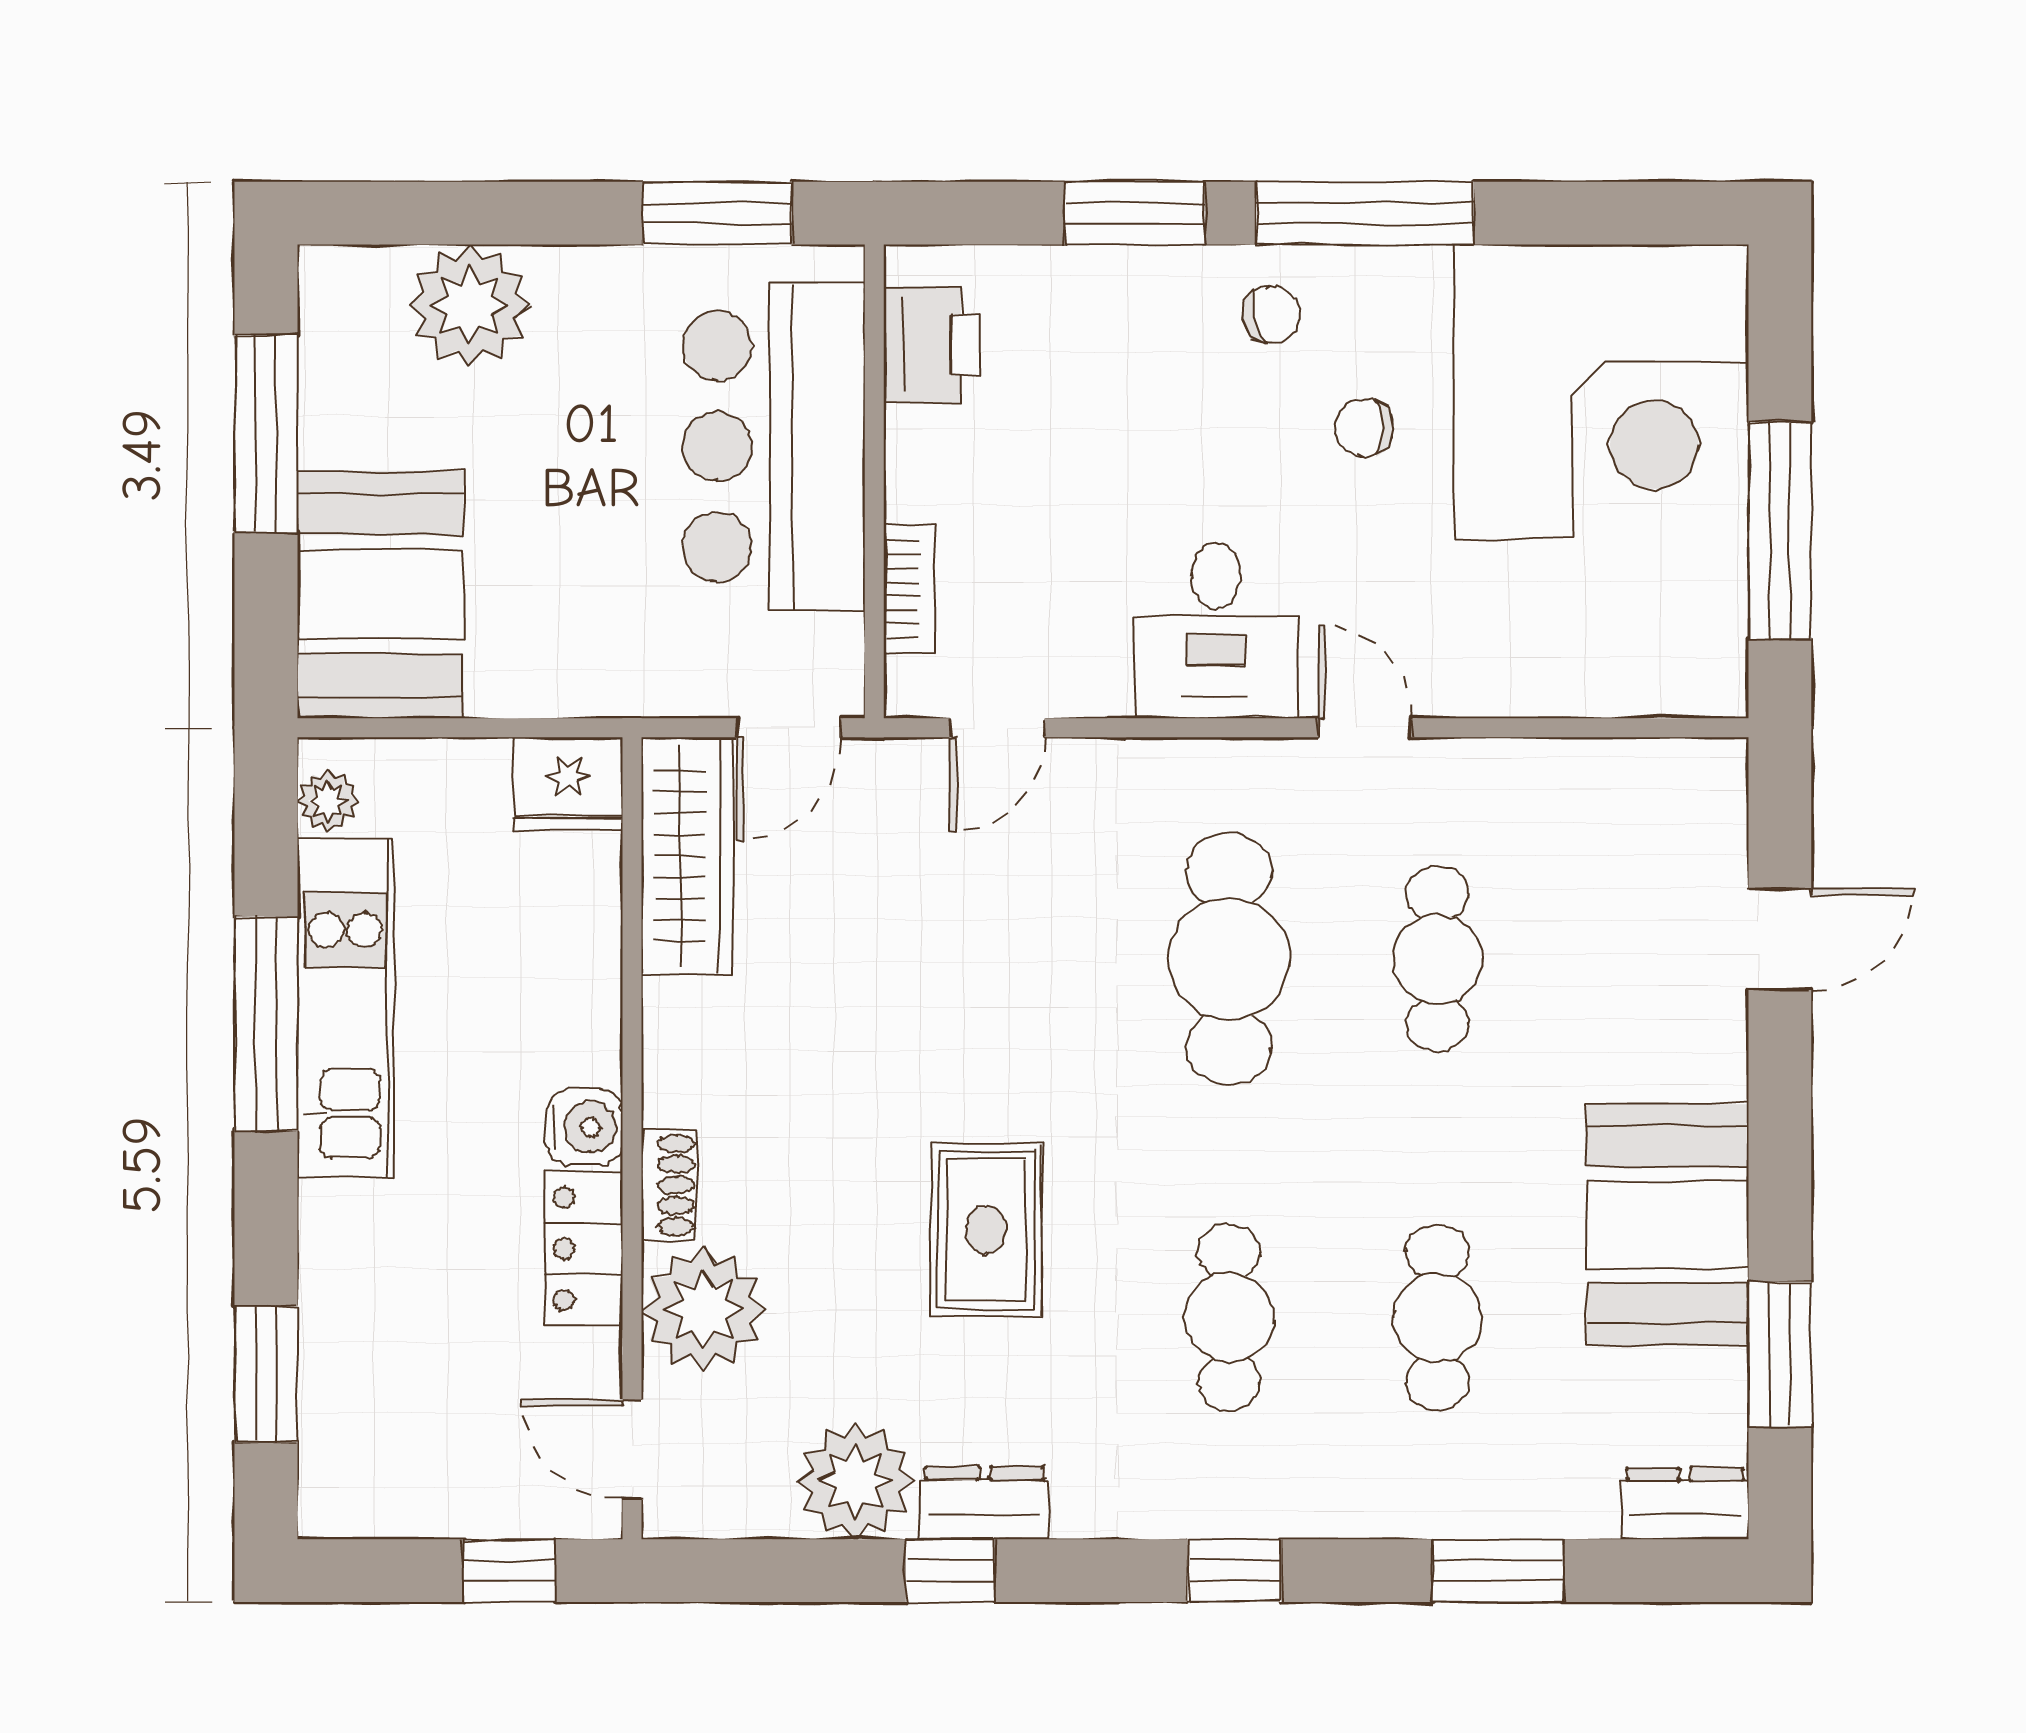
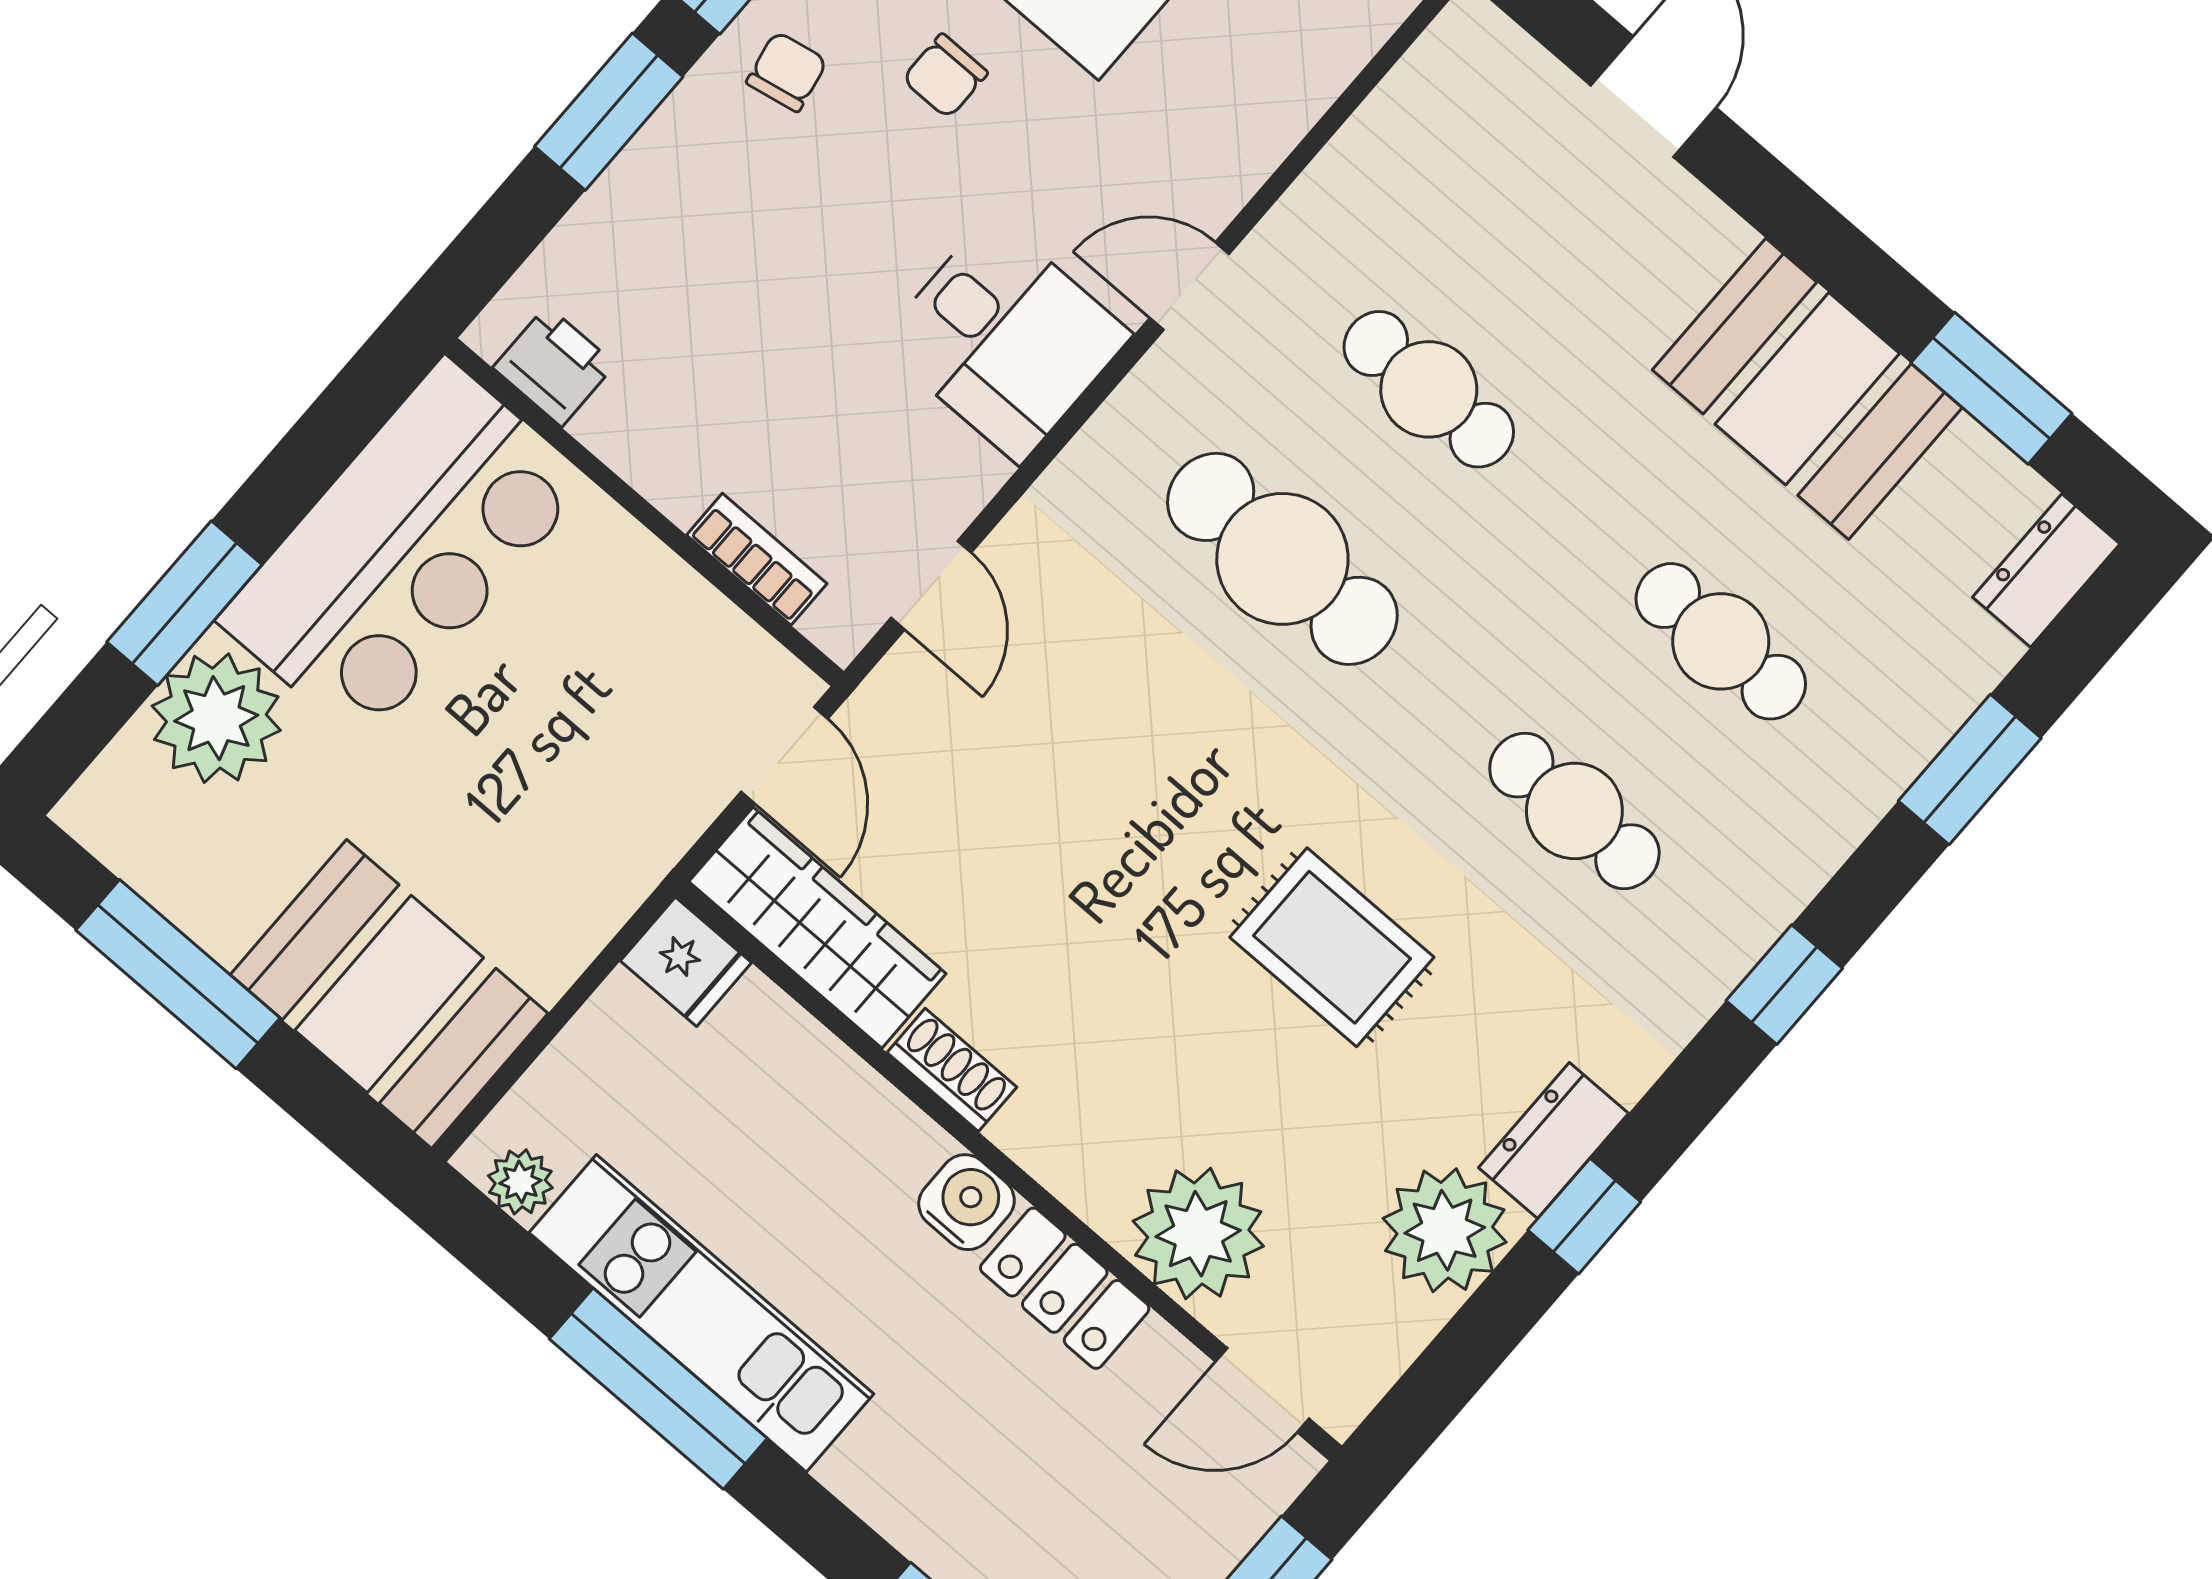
window: (717, 213) -> (184, 603), moved
printer: (932, 345) -> (554, 366), width x0.73, depth x0.81
bar counter: (774, 446) -> (404, 551), moved, turned -90
fridge: (568, 784) -> (686, 962), width x0.72
shoe rack: (669, 1185) -> (952, 1070), moved

